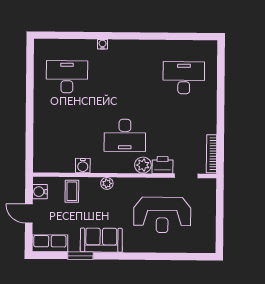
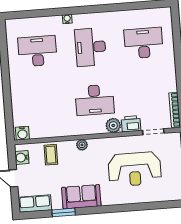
desk: (125, 77) -> (90, 47), added
water cooler: (83, 165) -> (22, 133), moved

